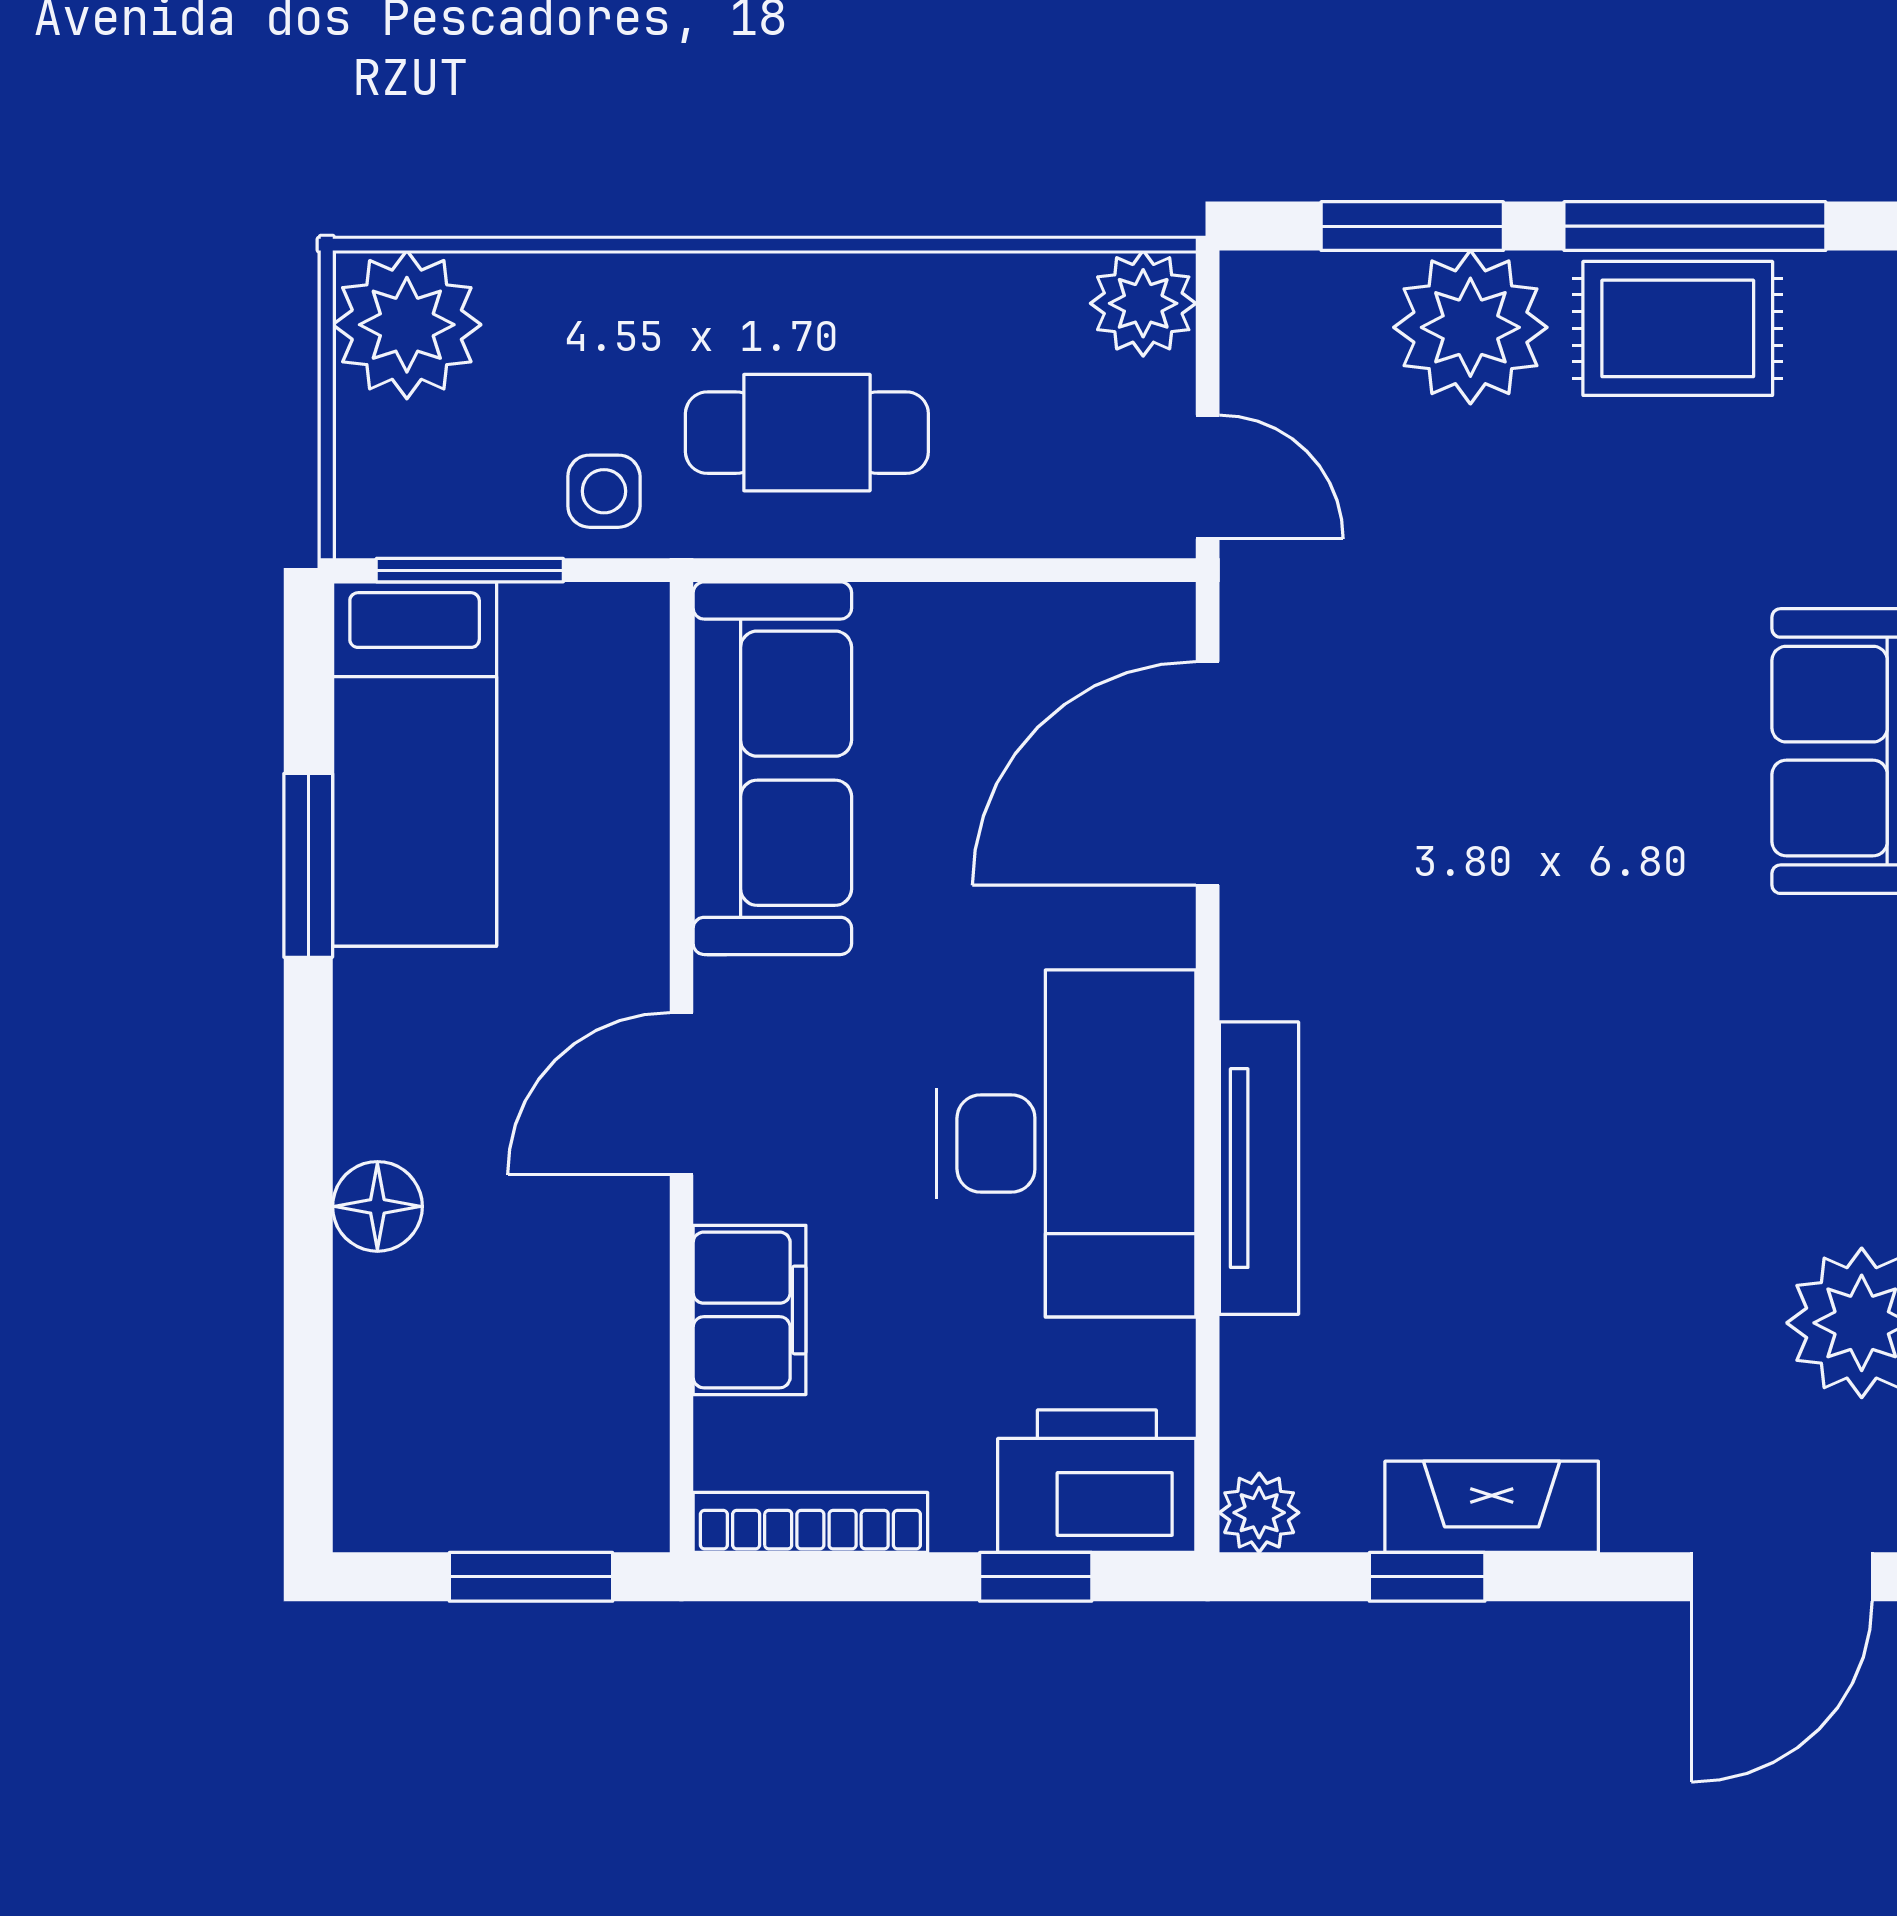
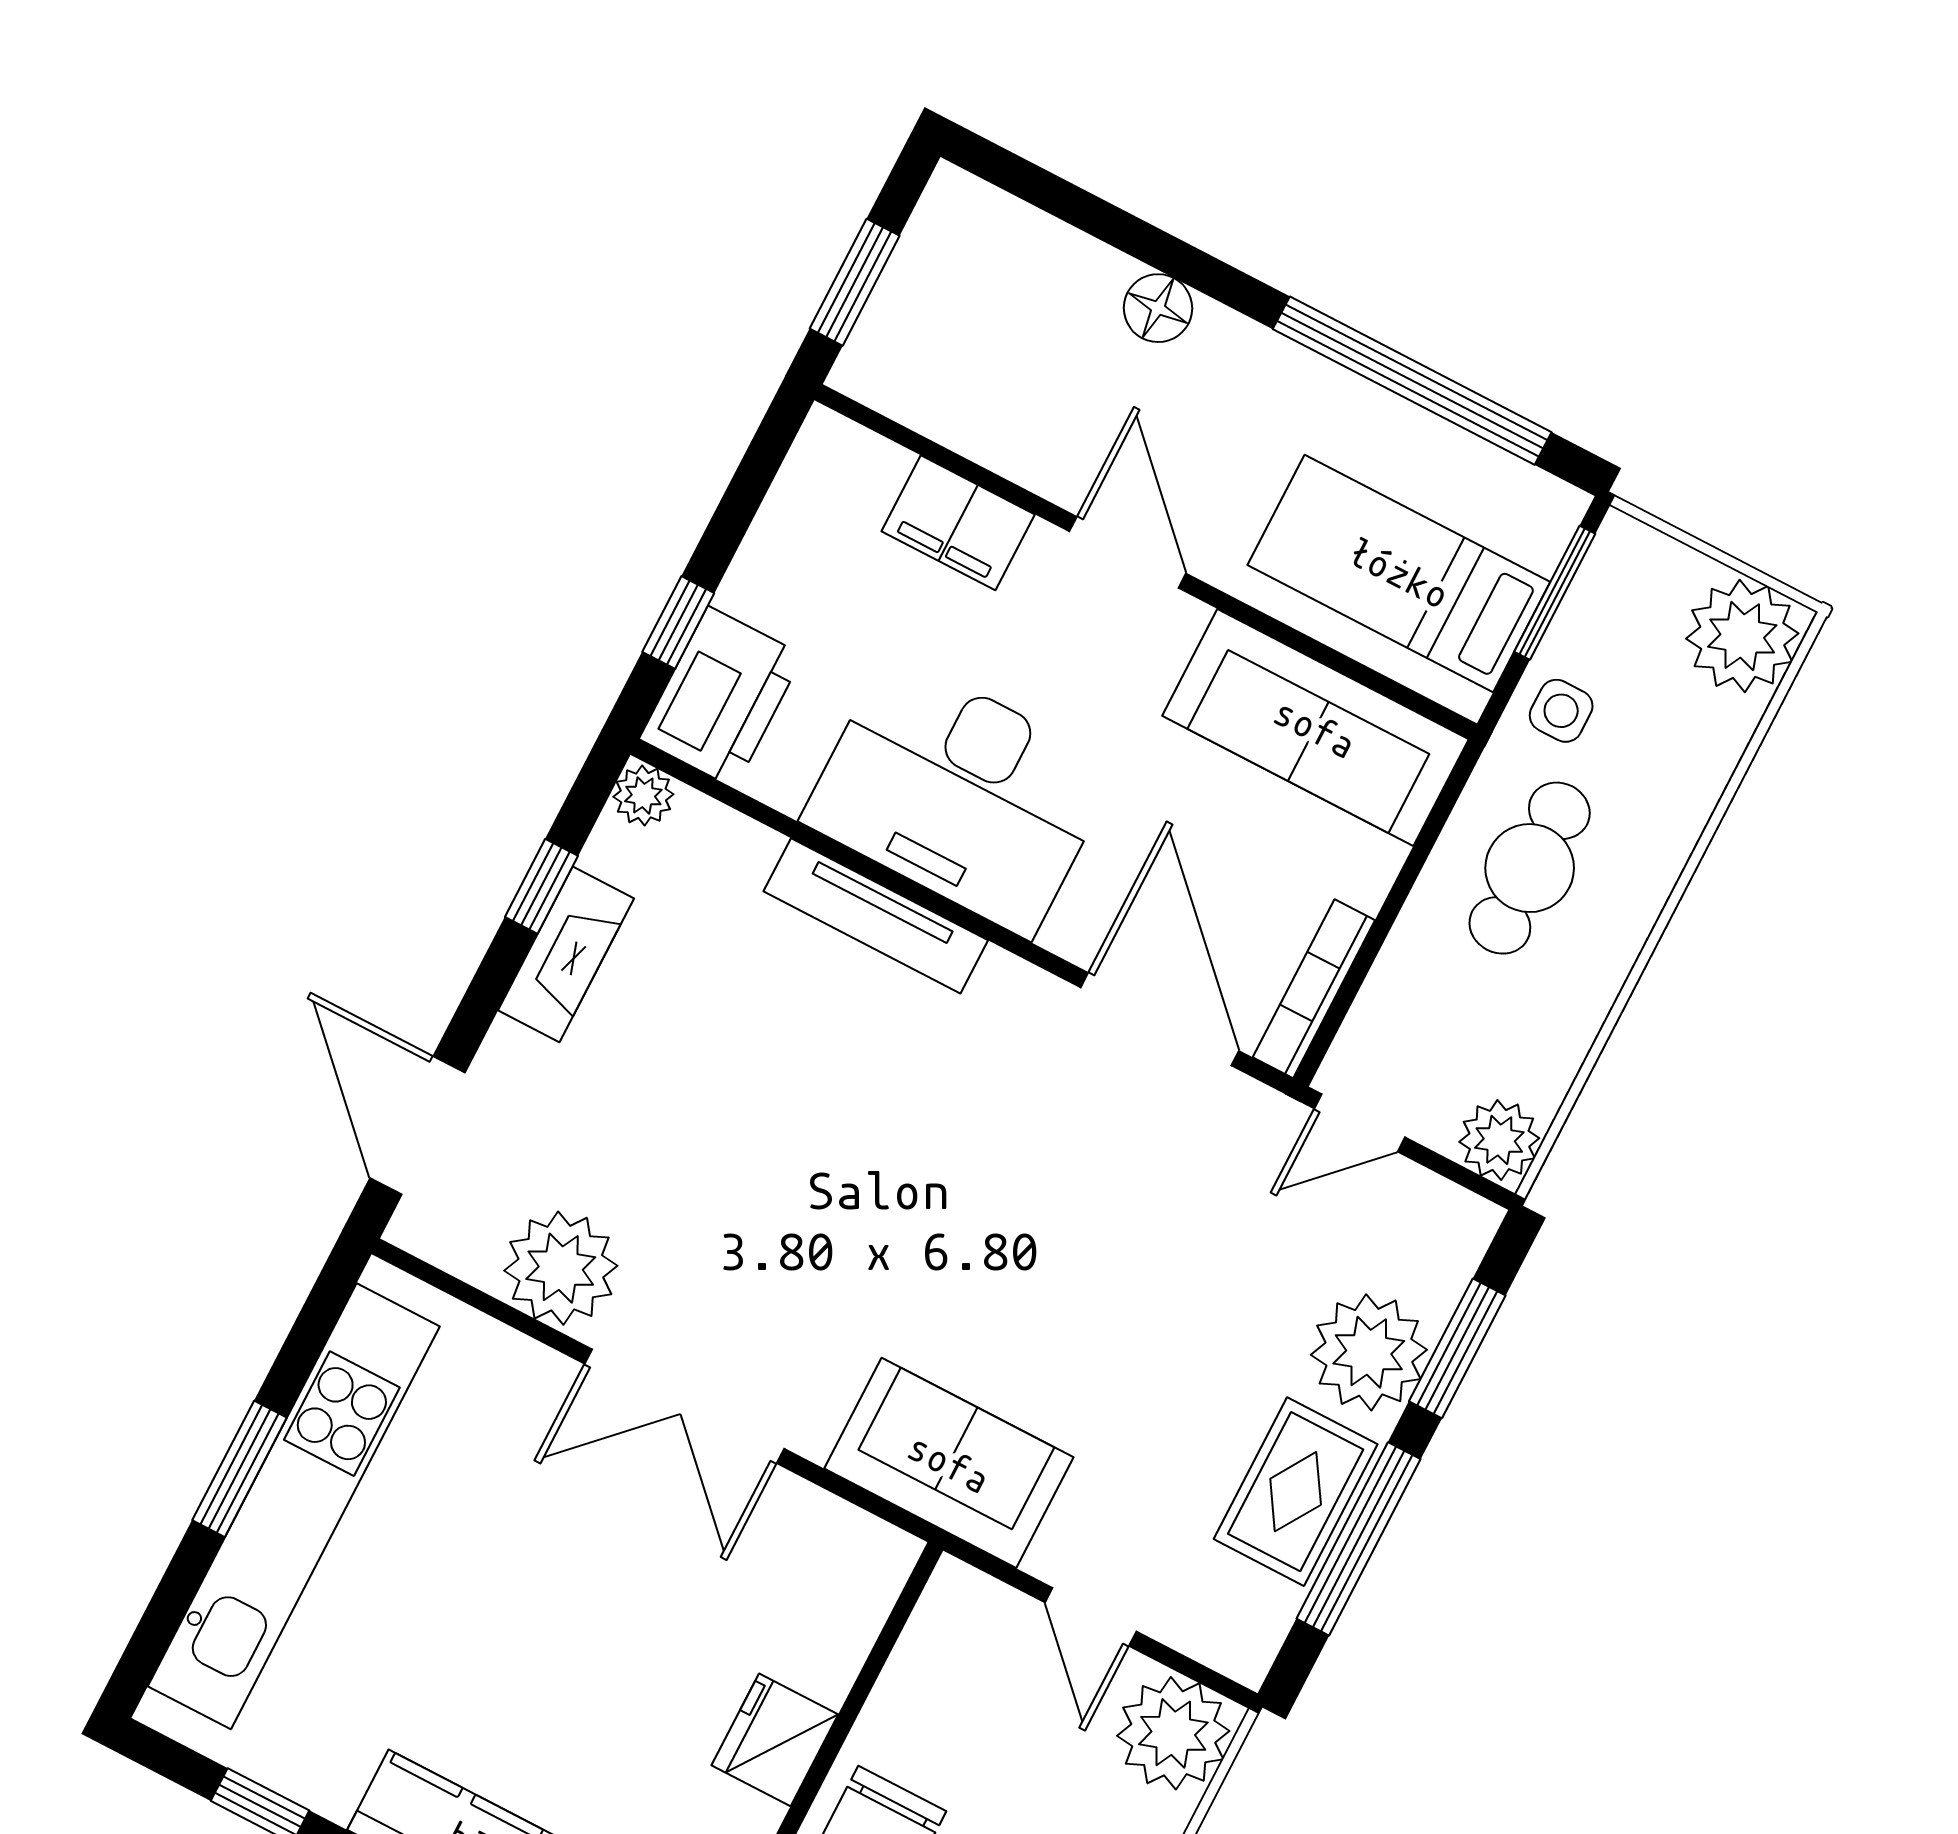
bed: (415, 764) -> (1399, 573), moved
window: (308, 865) -> (1412, 381), width x2.11
bookcase: (810, 1522) -> (1314, 989), moved, turned 180

